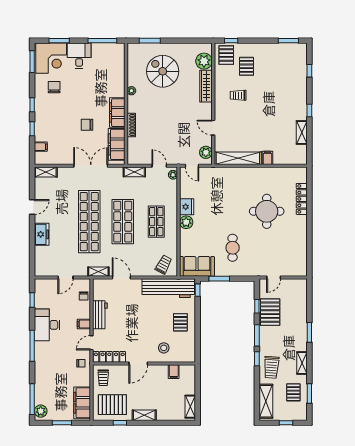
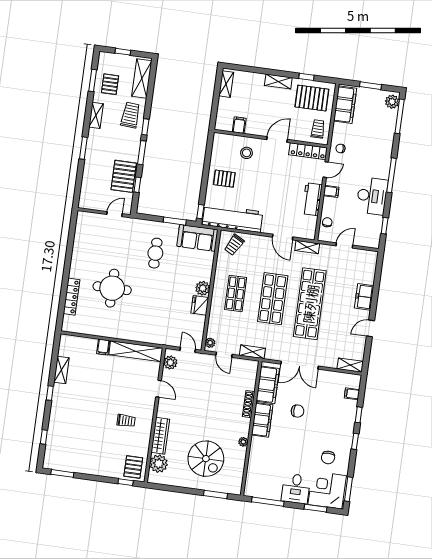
pallet: (247, 66) -> (112, 451), removed
pallet: (180, 322) -> (224, 179), turned 90

